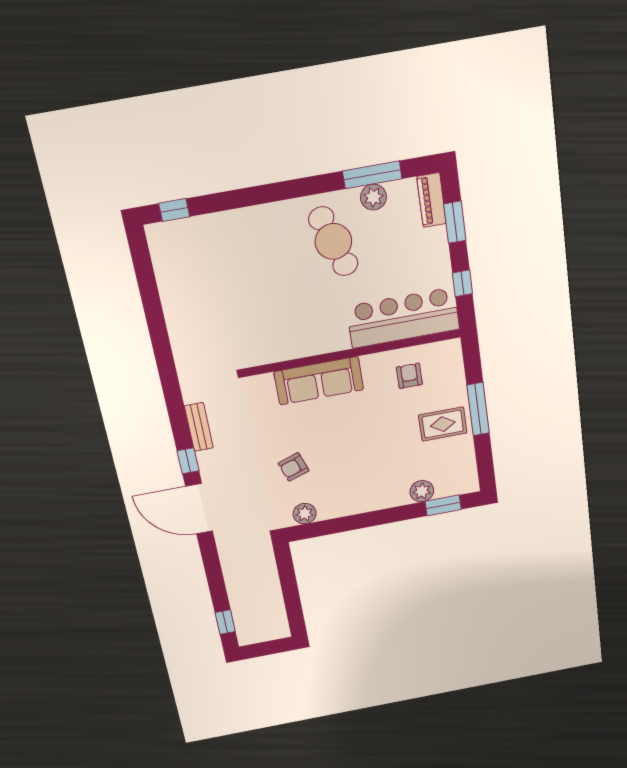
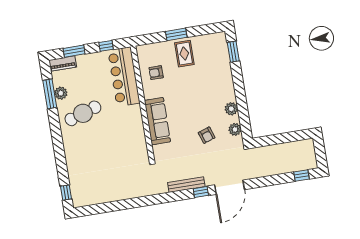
window: (478, 409) -> (176, 34), width x0.69
bench: (199, 427) -> (186, 185), width x1.36
plant: (422, 491) -> (231, 109), moved

